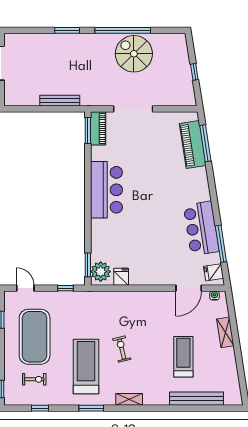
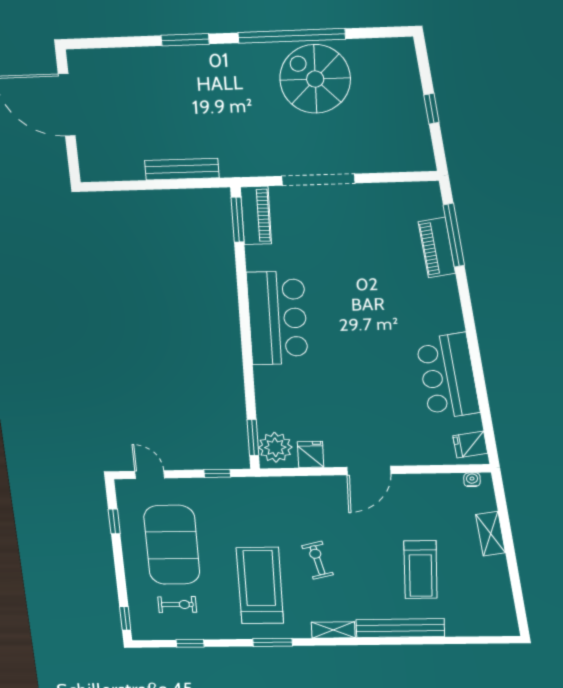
piano: (193, 144) -> (437, 248), width x0.73, depth x0.75
window: (221, 244) -> (483, 400), removed
door: (189, 288) -> (369, 471), moved
treadmill: (183, 357) -> (420, 570), turned 180
bench: (196, 399) -> (400, 628), moved

